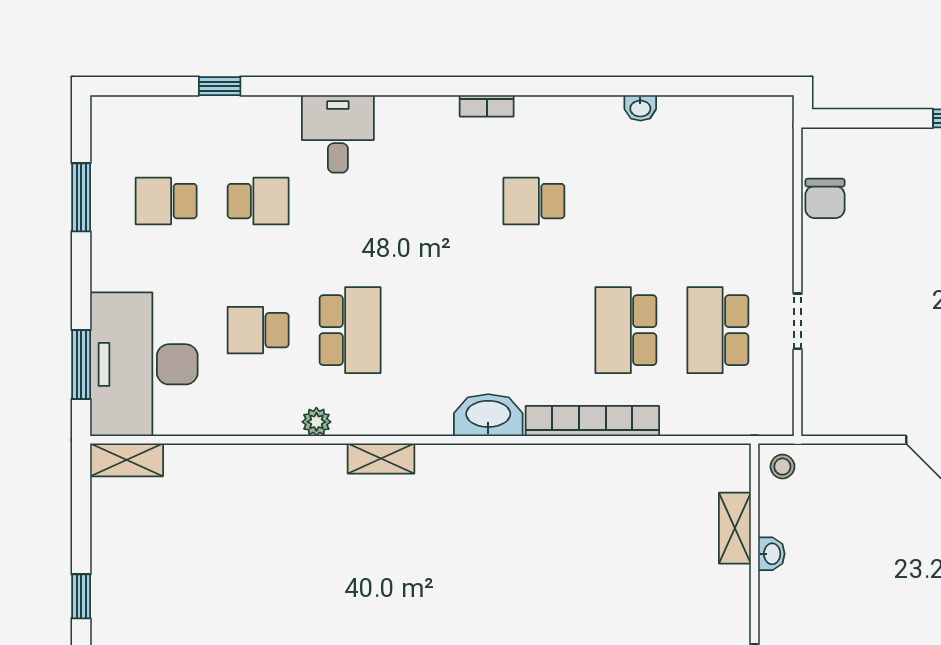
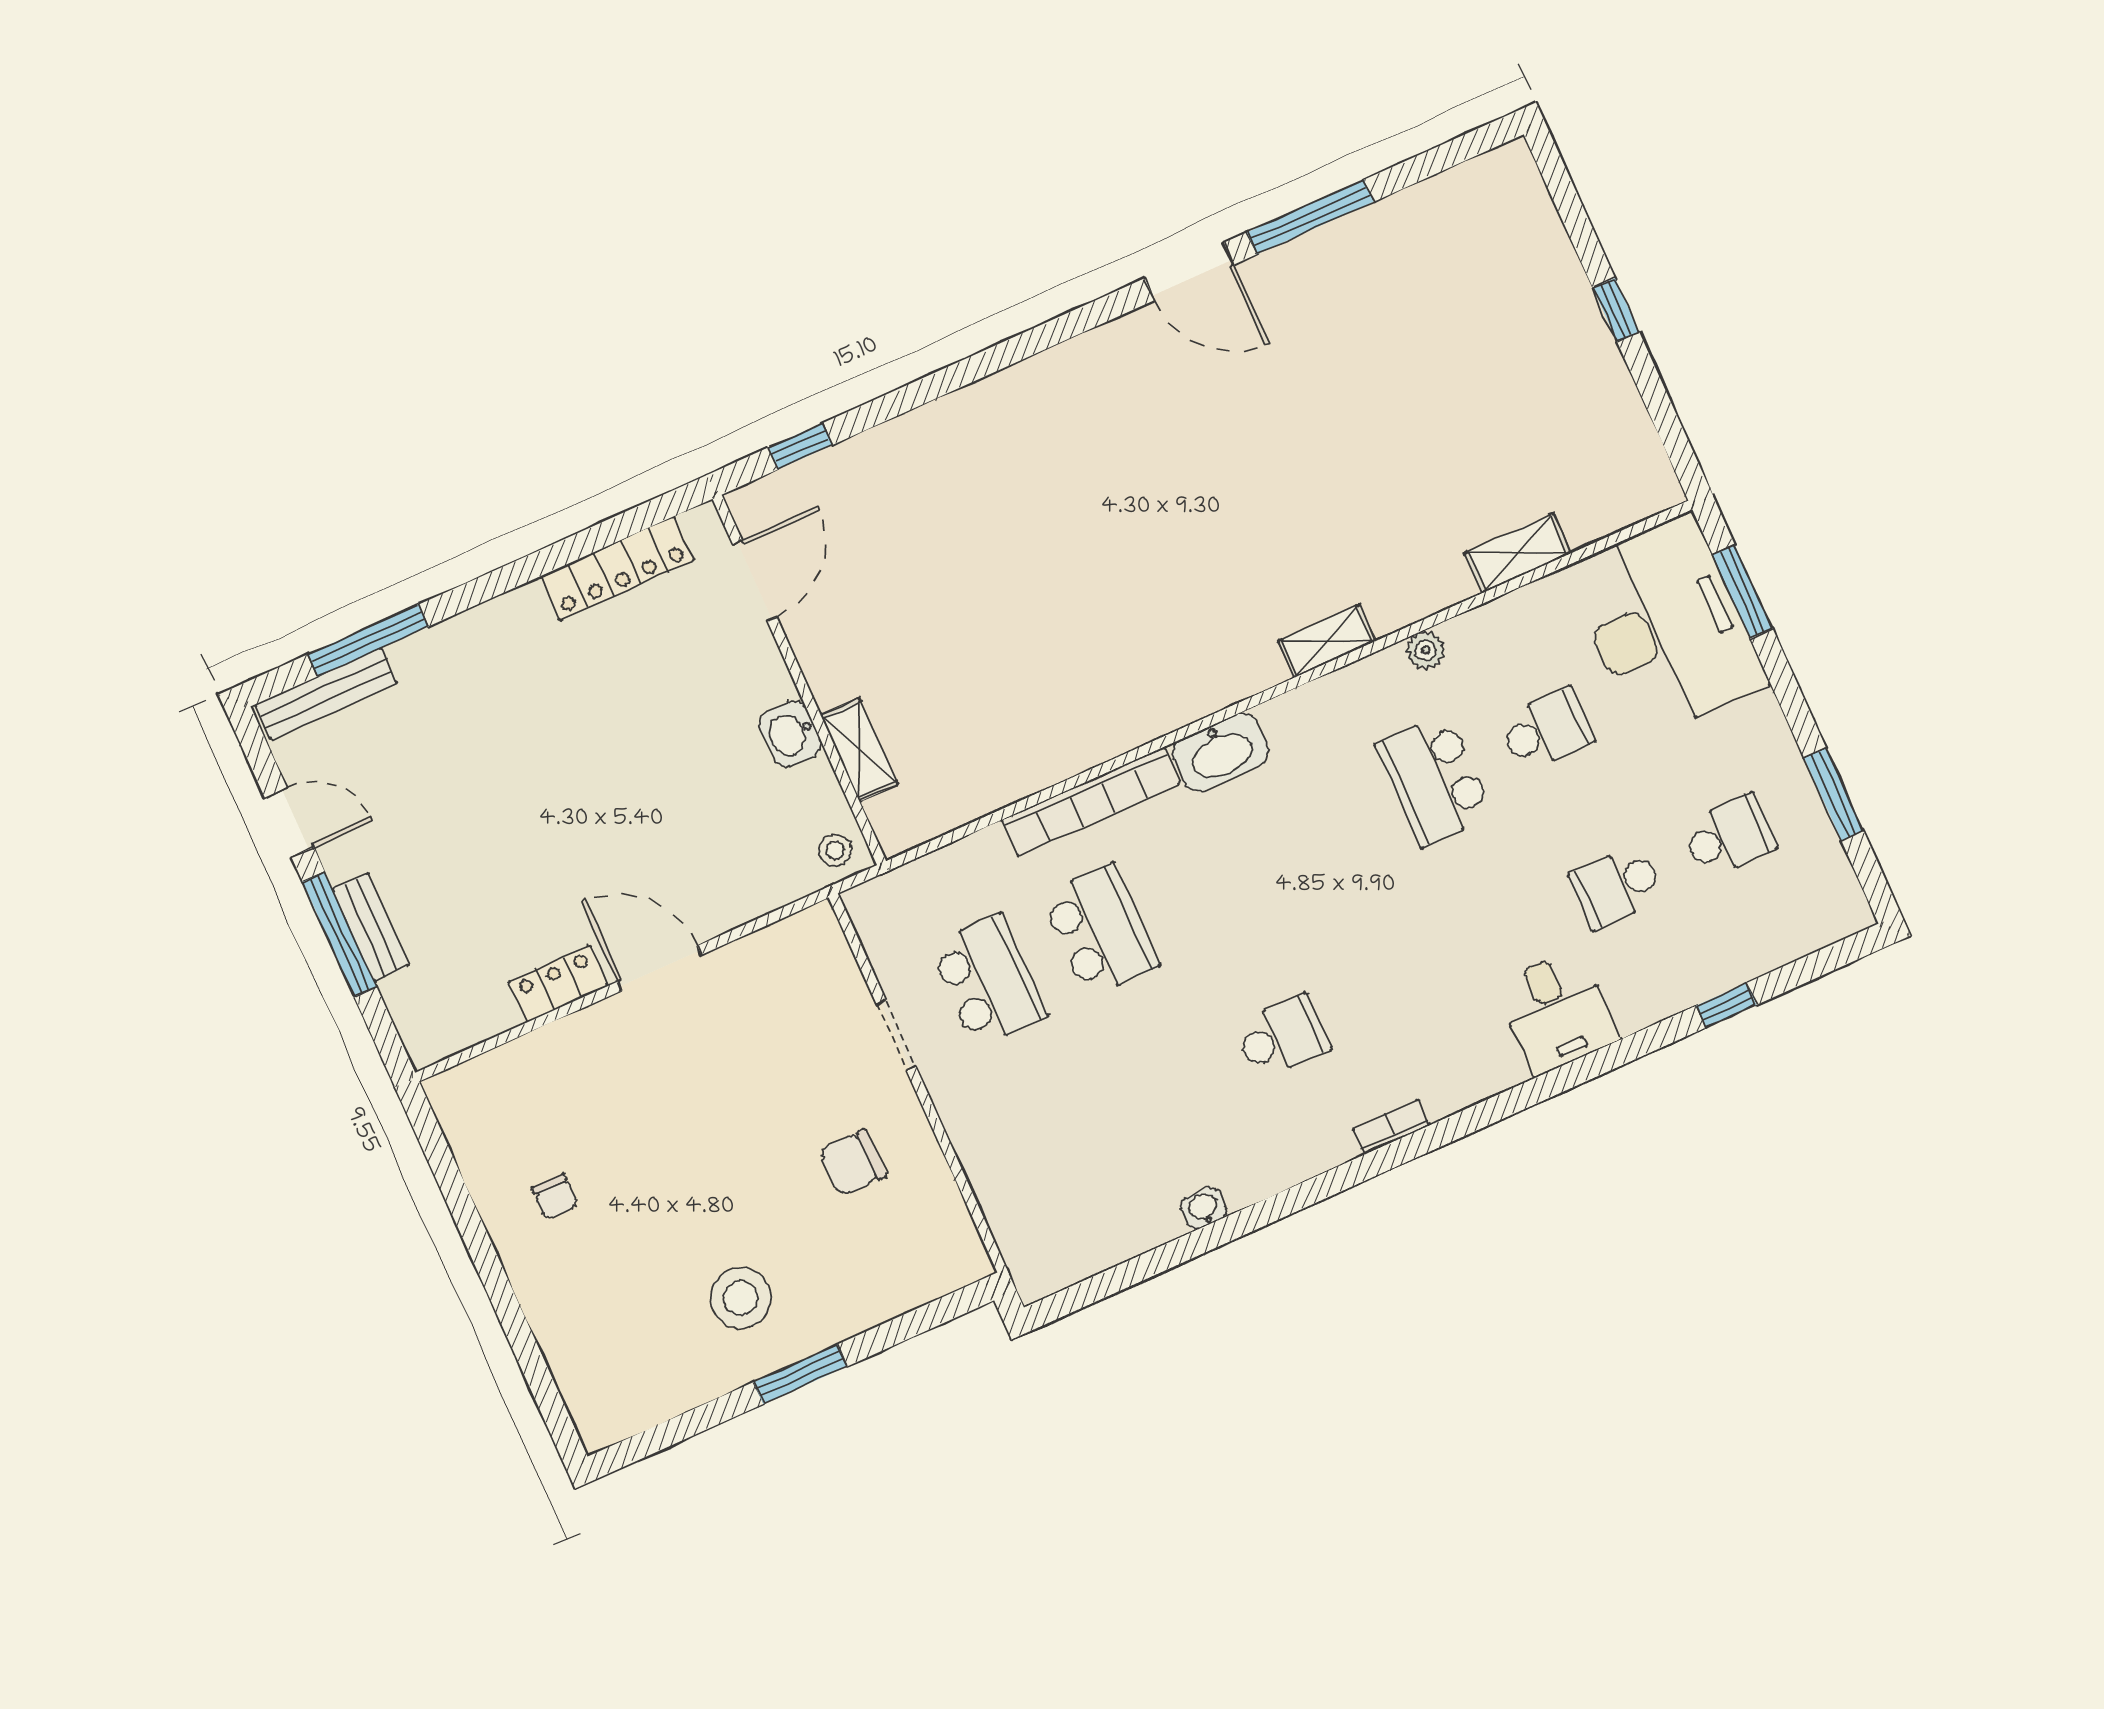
chair: (825, 198) -> (853, 1163), moved, turned -90
shelving: (127, 460) -> (1518, 553), moved
washbasin: (771, 554) -> (790, 734), width x1.38, depth x1.45

